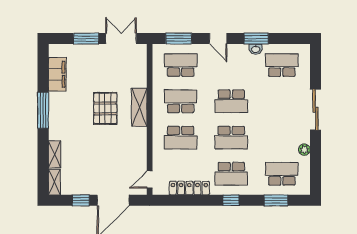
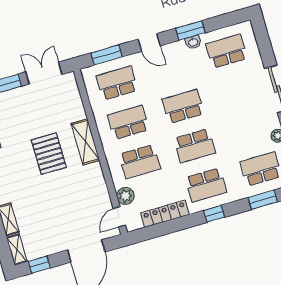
school desk: (231, 101) -> (183, 106), turned 180
plant: (160, 163) -> (125, 196), added
window: (81, 200) -> (39, 265), moved

